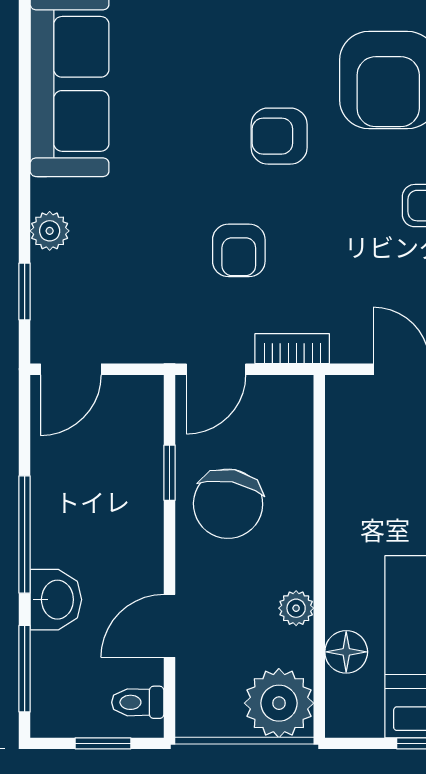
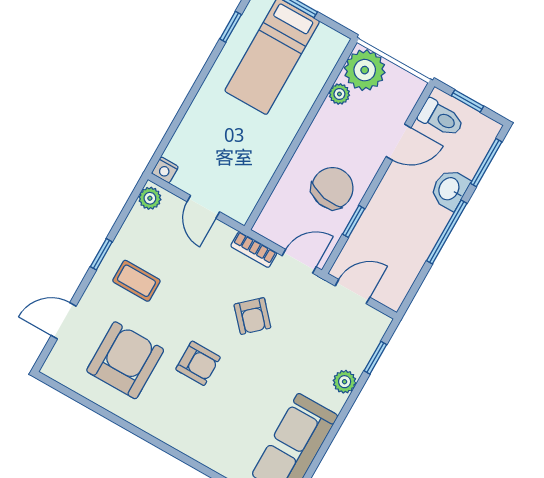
armchair: (239, 250) -> (252, 316), turned 138
door: (71, 369) -> (352, 292), moved
plant: (296, 608) -> (339, 94), moved
floor lamp: (346, 652) -> (315, 77), removed
toilet: (138, 702) -> (441, 118), width x1.37, depth x1.39

